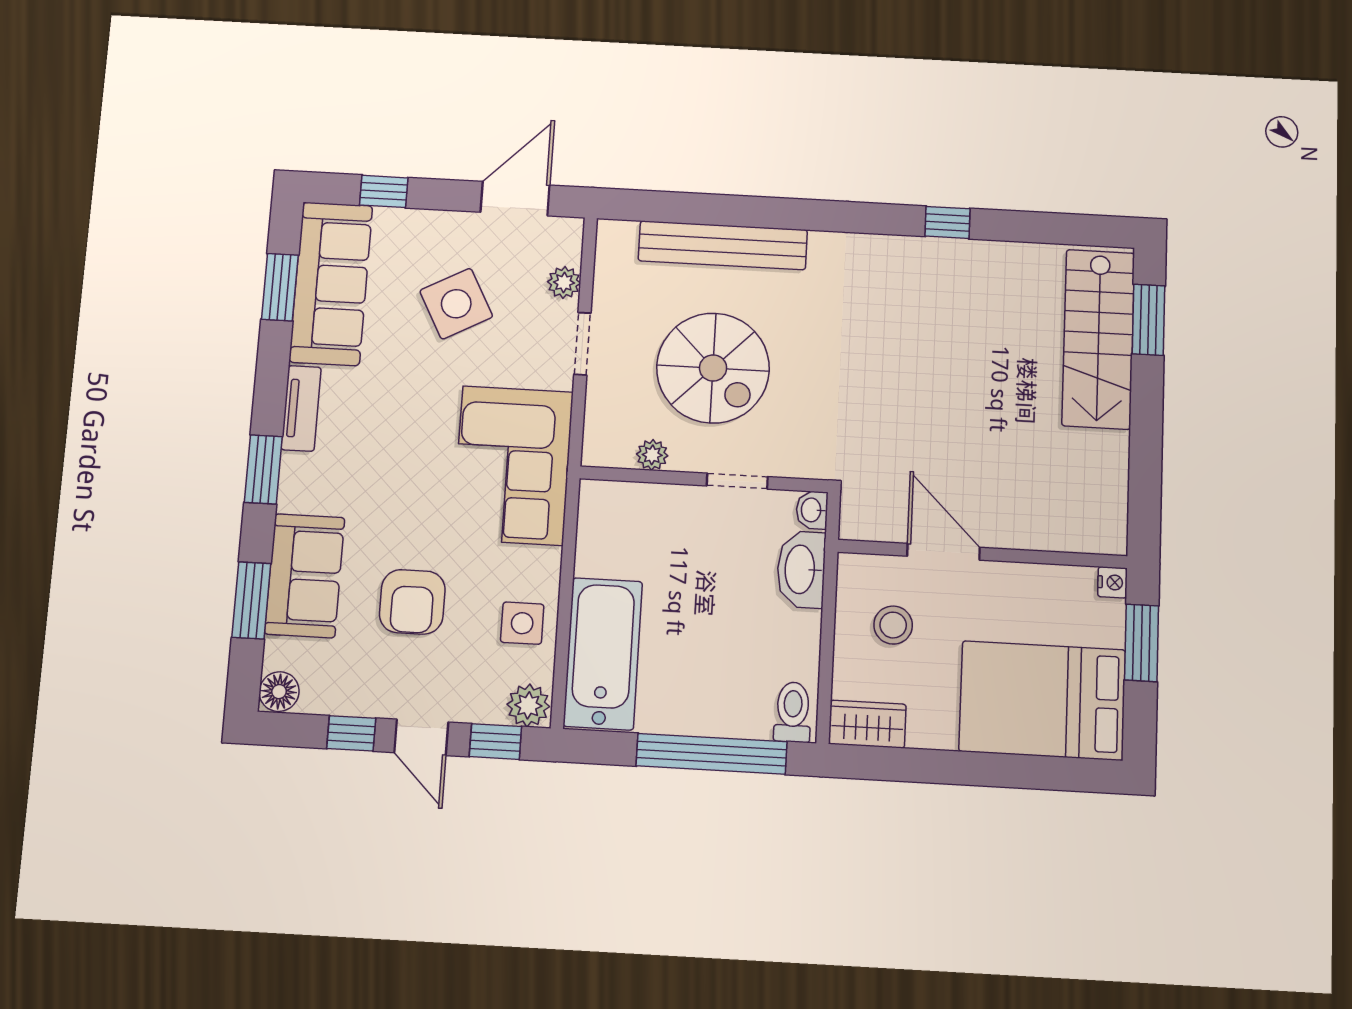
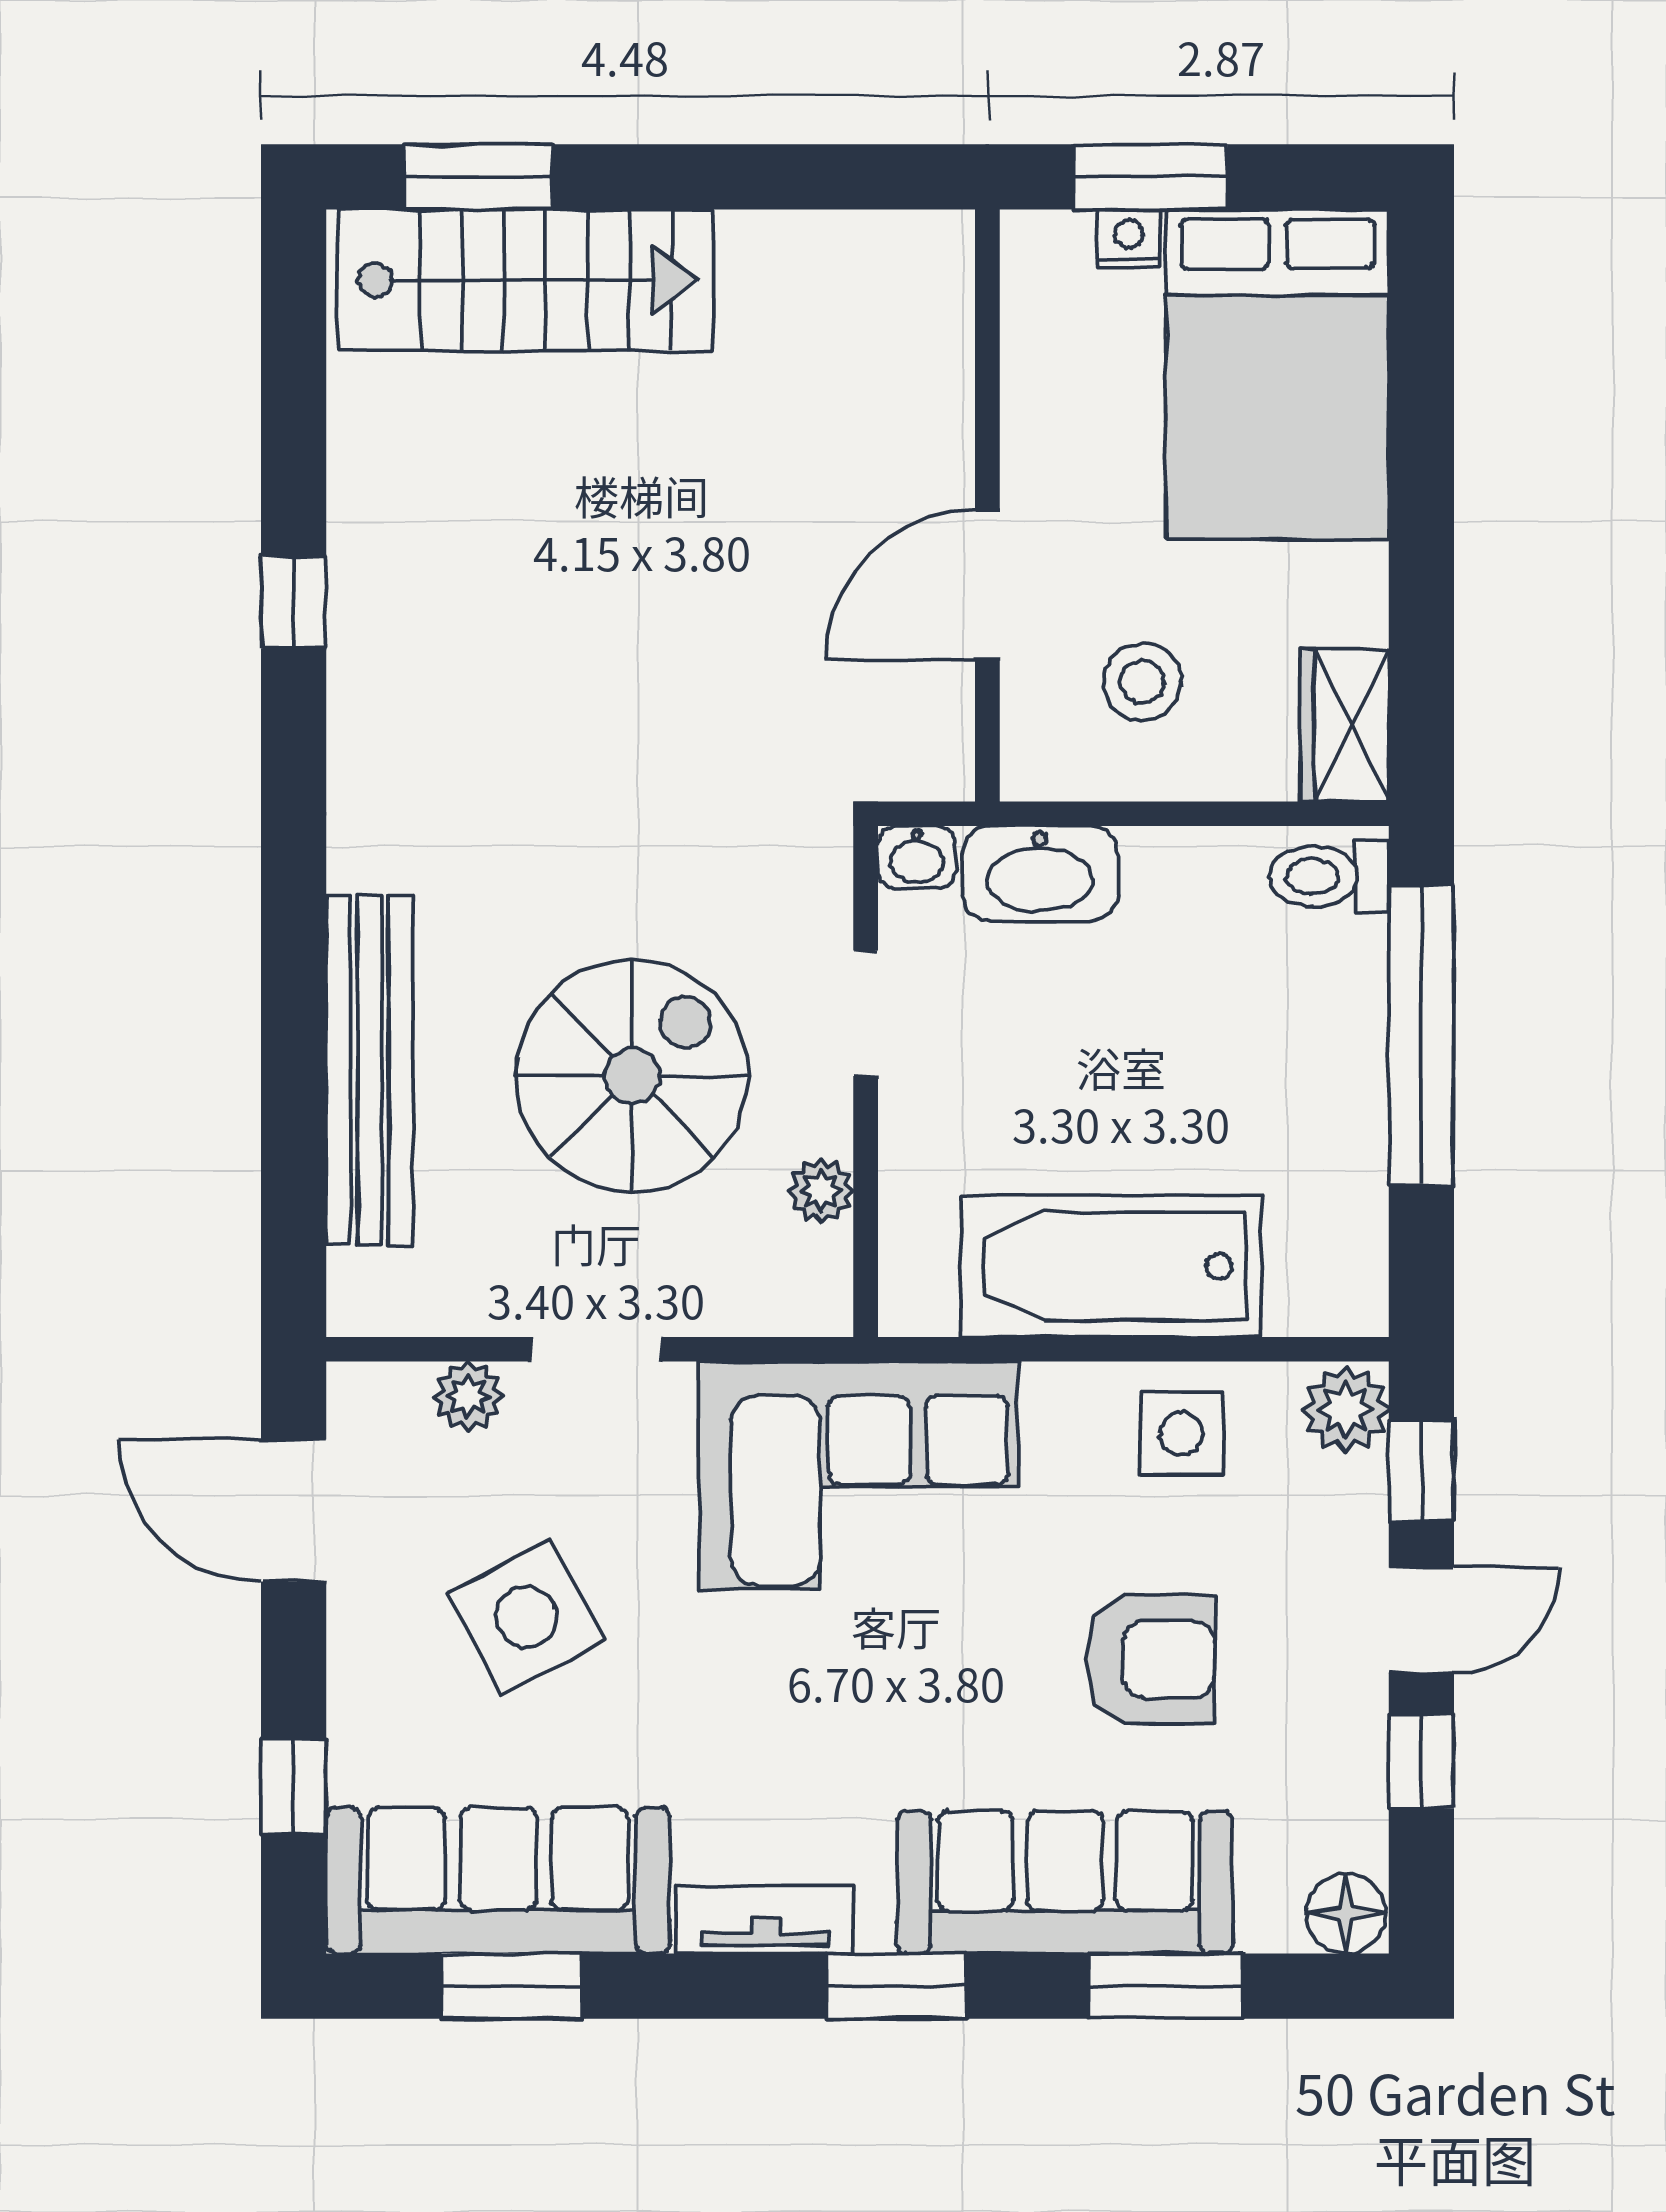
sofa: (305, 576) -> (1065, 1882), width x1.36
nightstand: (1113, 582) -> (1129, 239), moved
bathtub: (603, 654) -> (1111, 1266), moved

